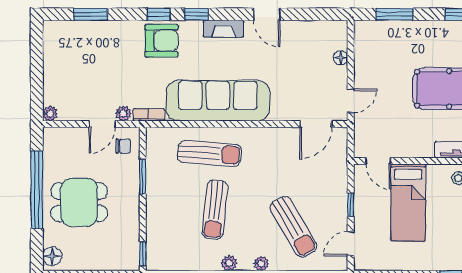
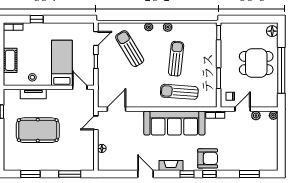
armchair: (162, 41) -> (208, 158), turned 180
plant: (123, 113) -> (256, 116), moved

